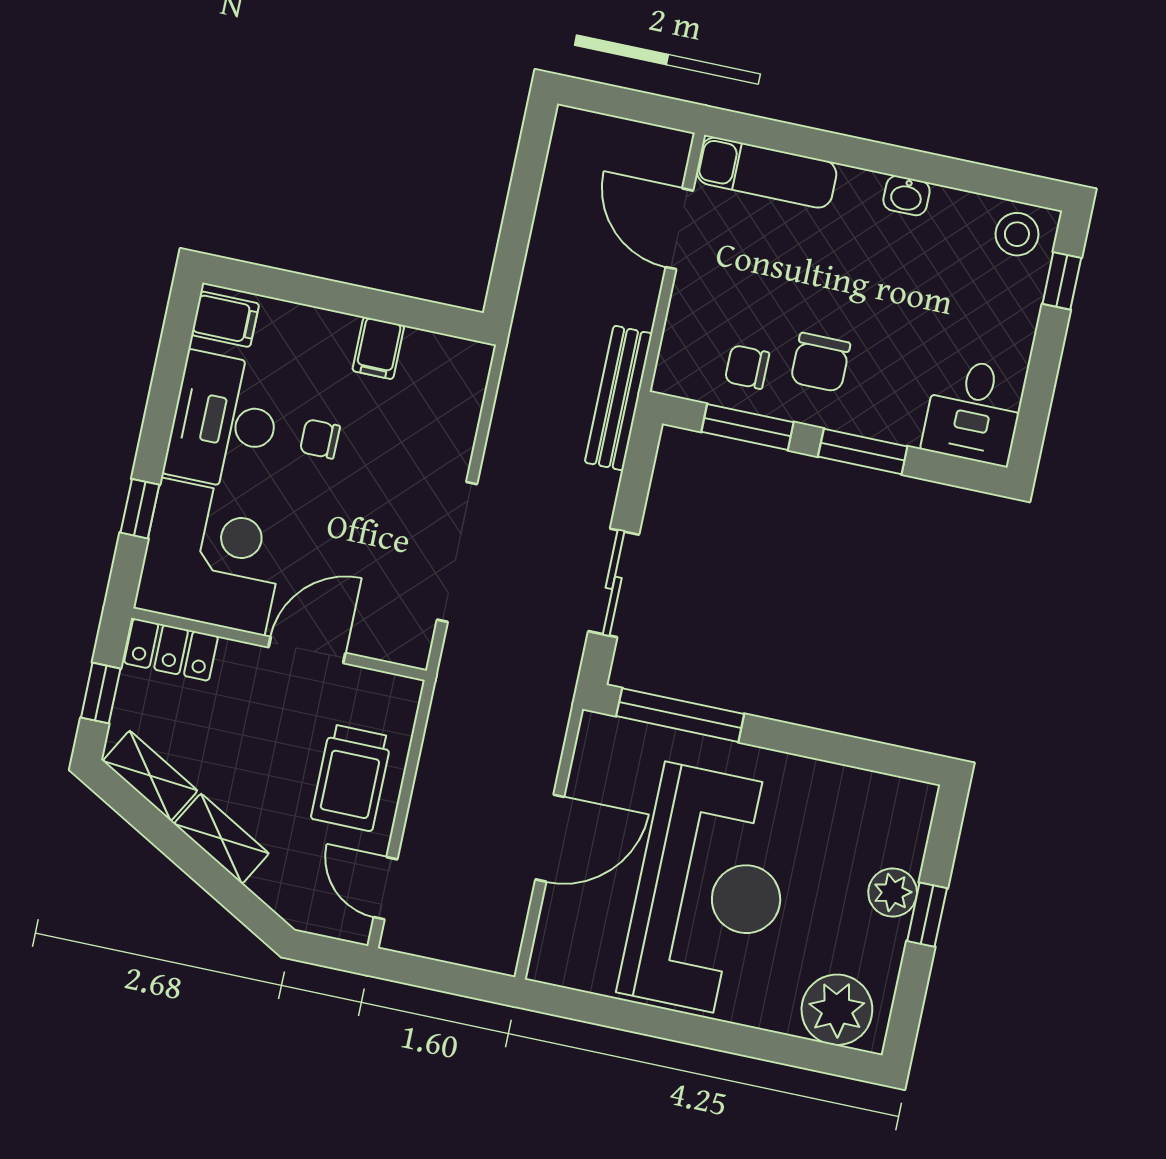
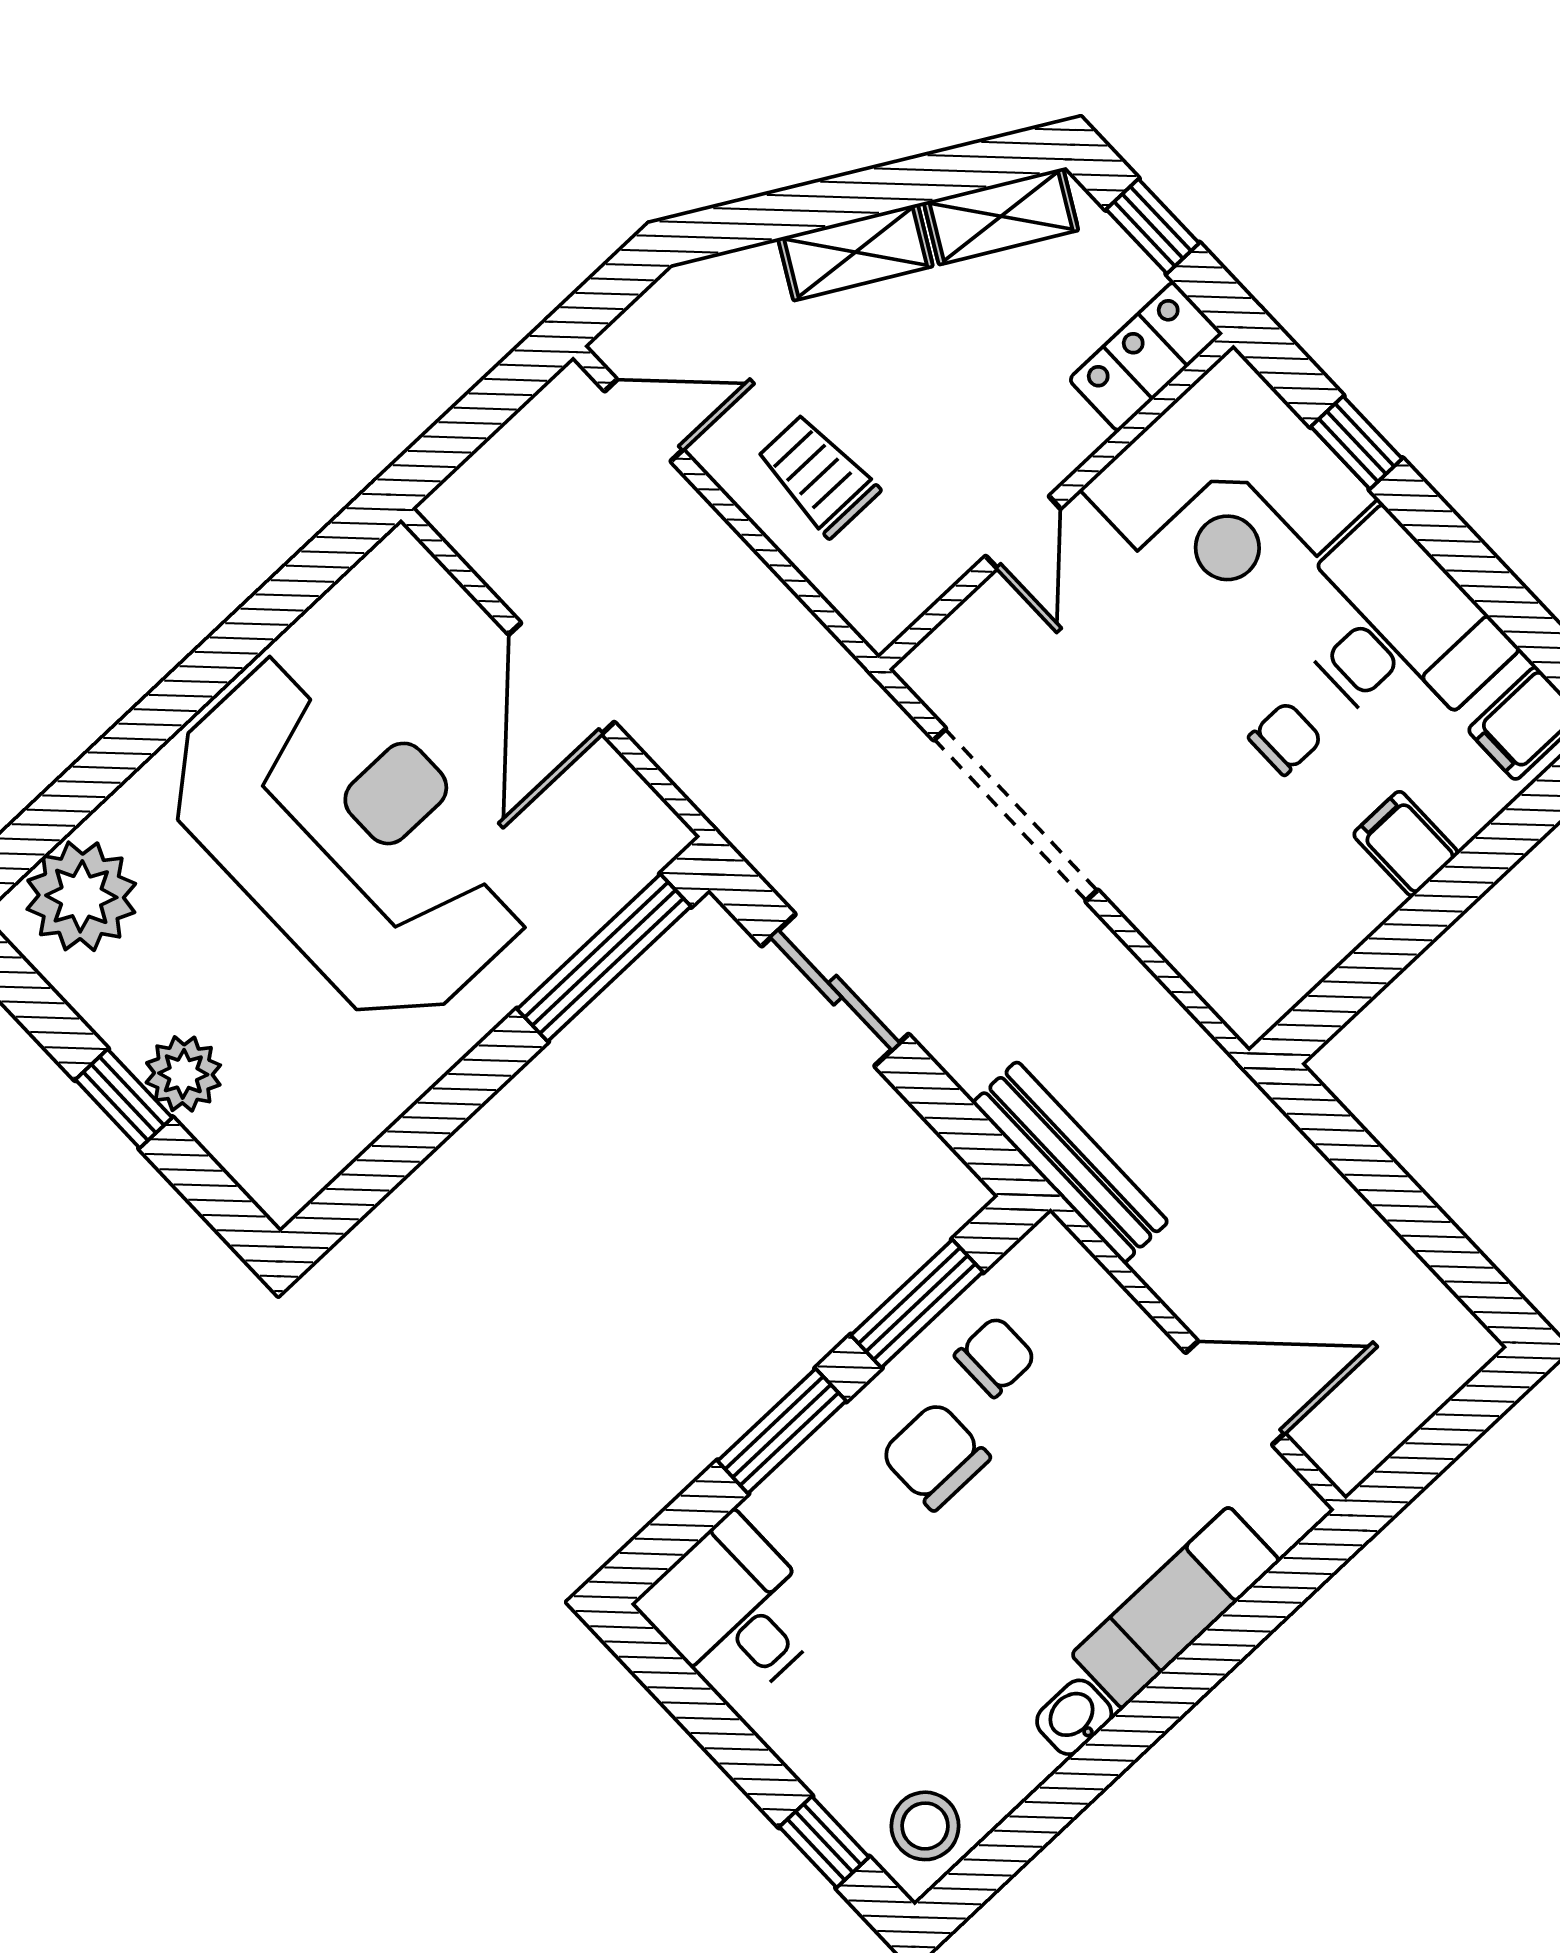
exam couch: (767, 173) -> (1176, 1608), moved
filing cabinet: (378, 348) -> (1406, 844), moved
door: (307, 650) -> (1023, 532), width x0.73
trolley: (351, 778) -> (818, 475), width x0.73, depth x0.72
reception desk: (710, 891) -> (349, 838), turned 180

